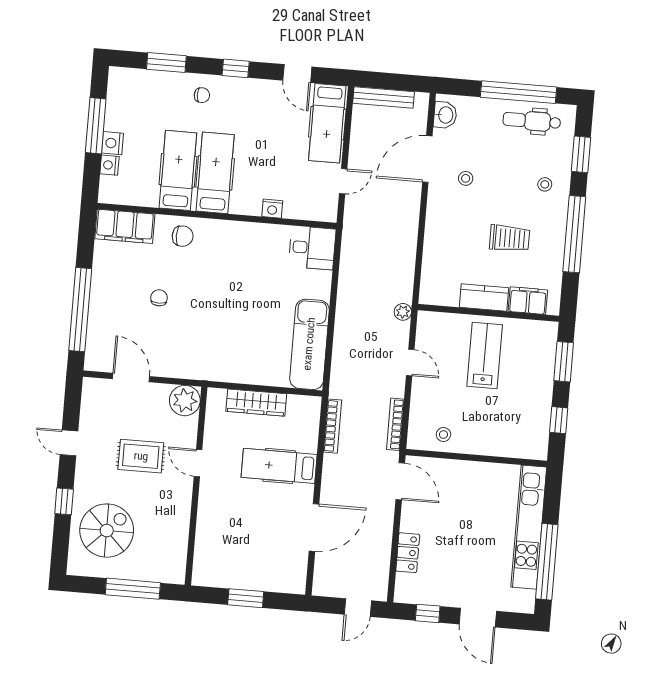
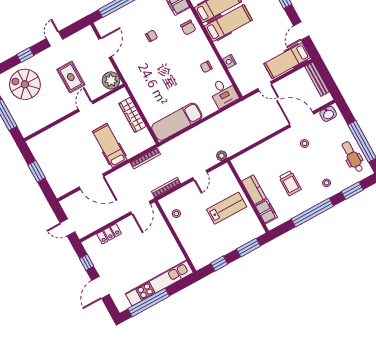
chair: (258, 248) -> (206, 67), added
spiral stairs: (107, 531) -> (25, 84), turned 180

